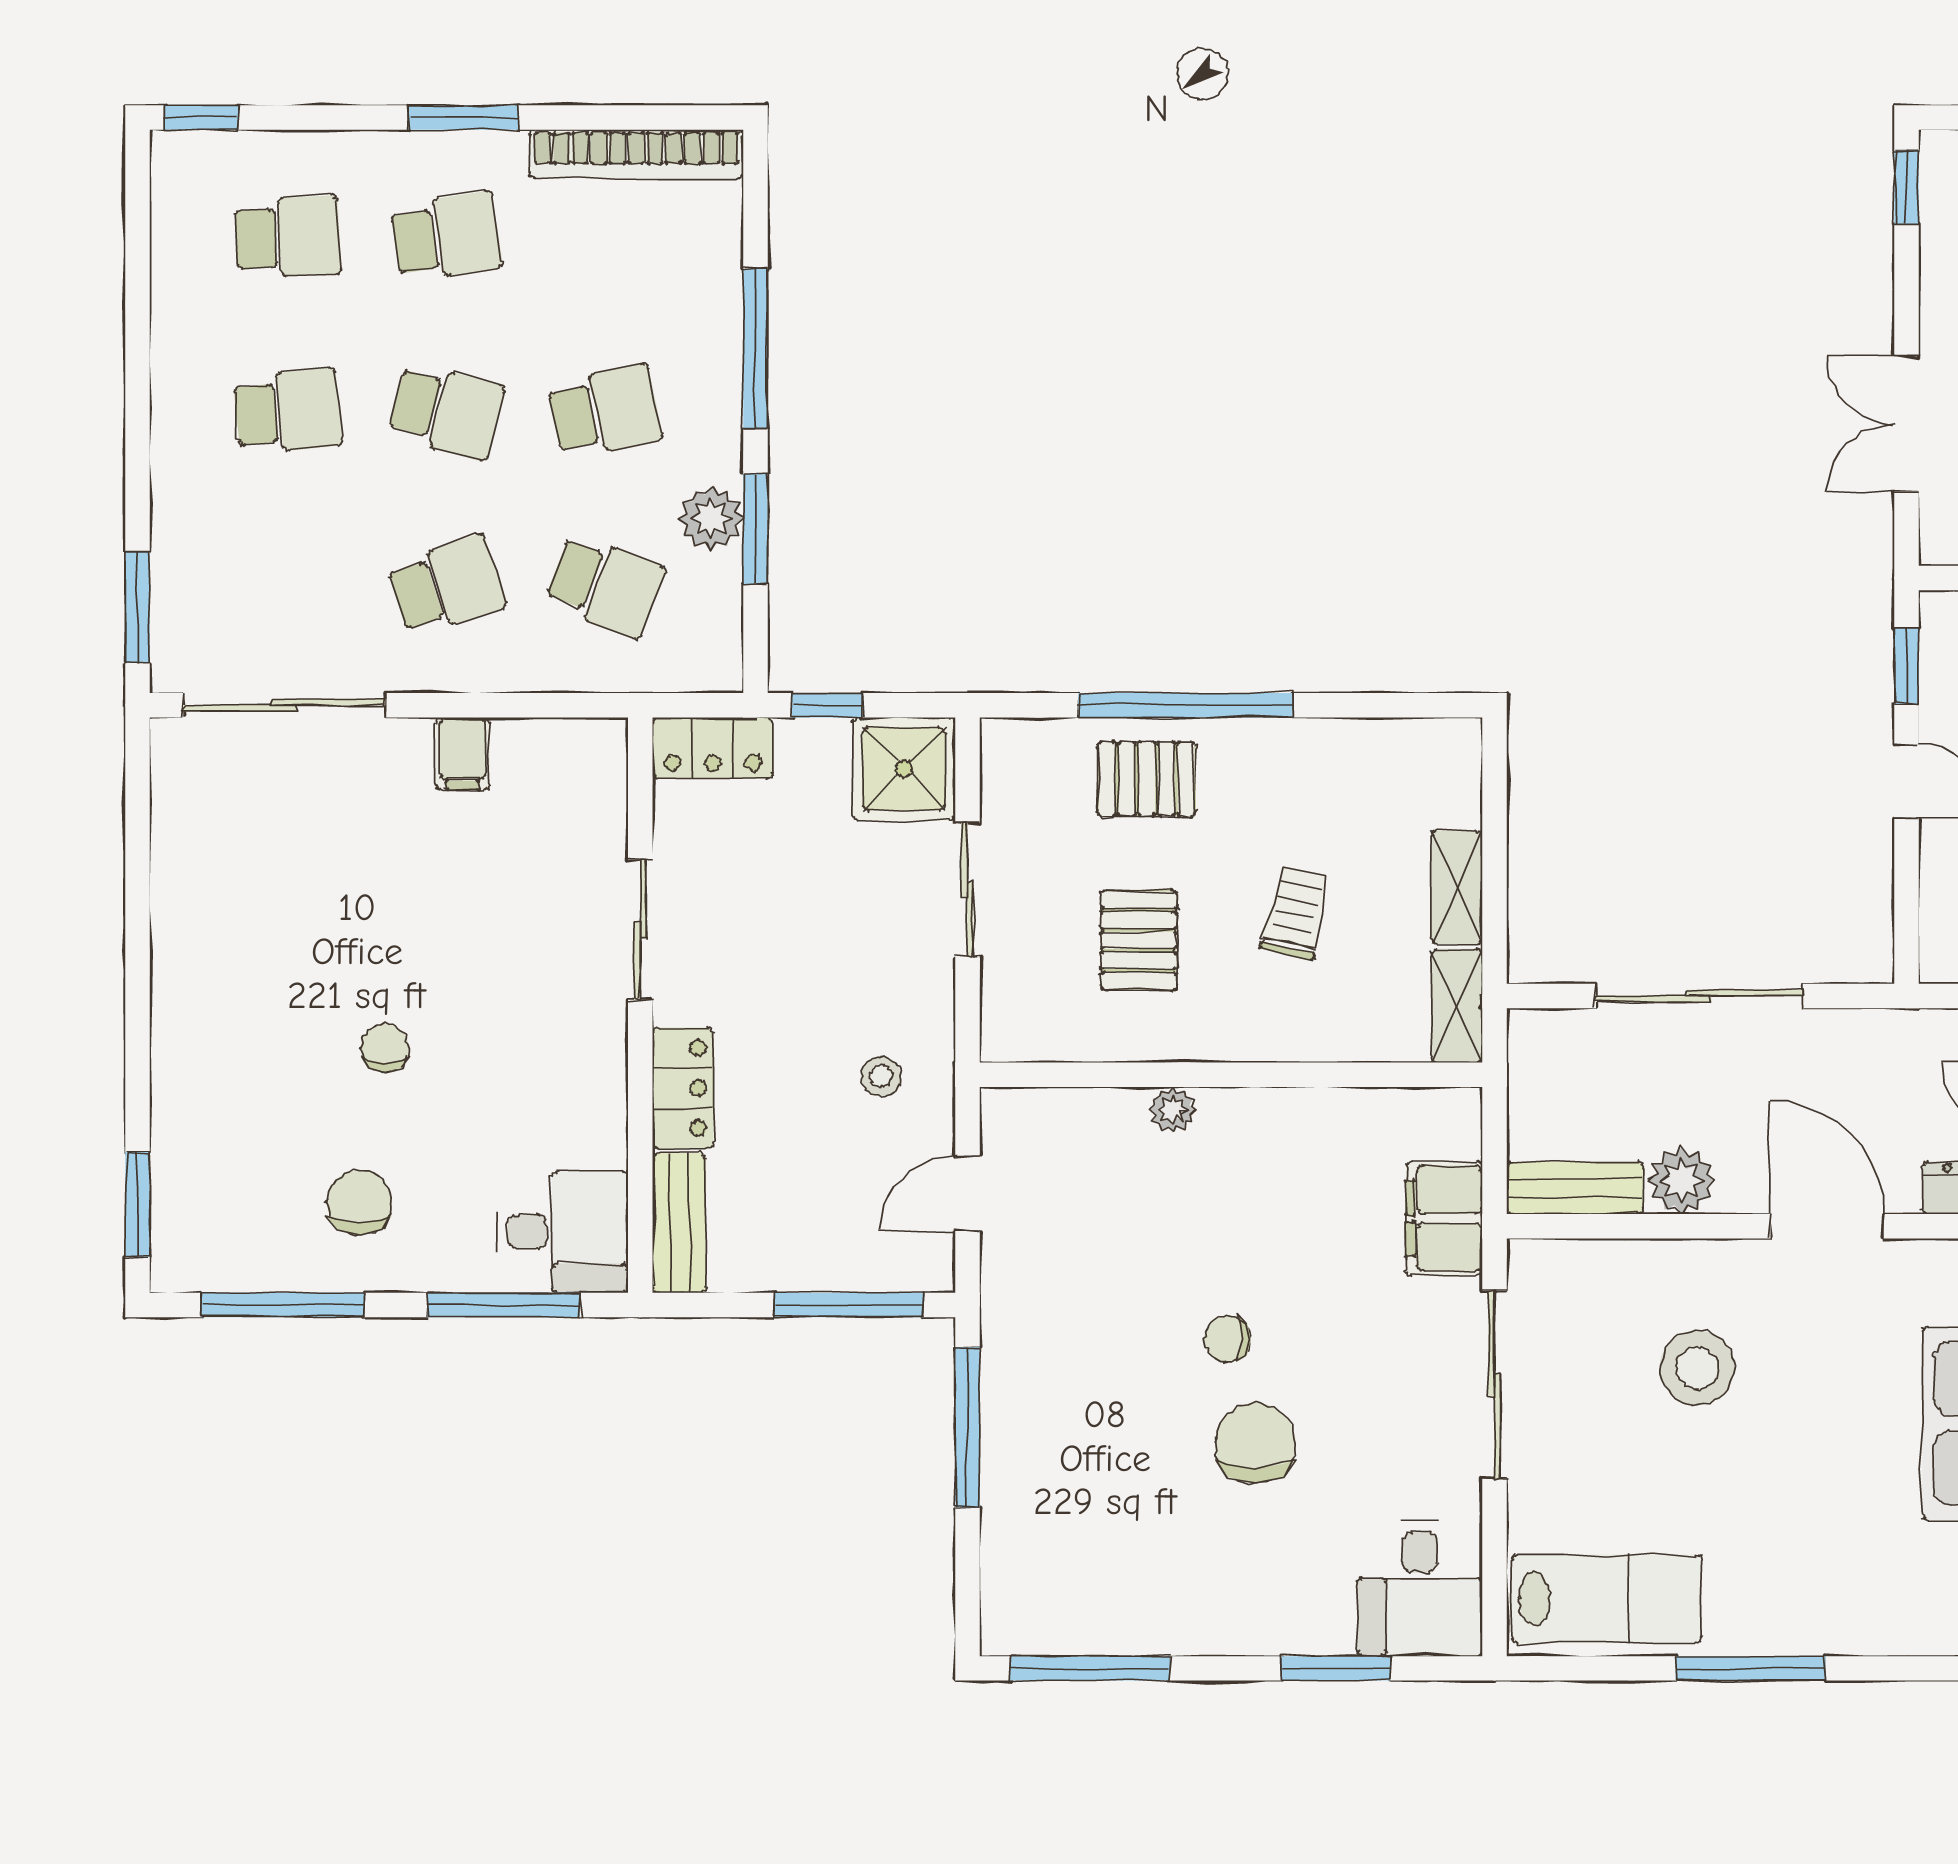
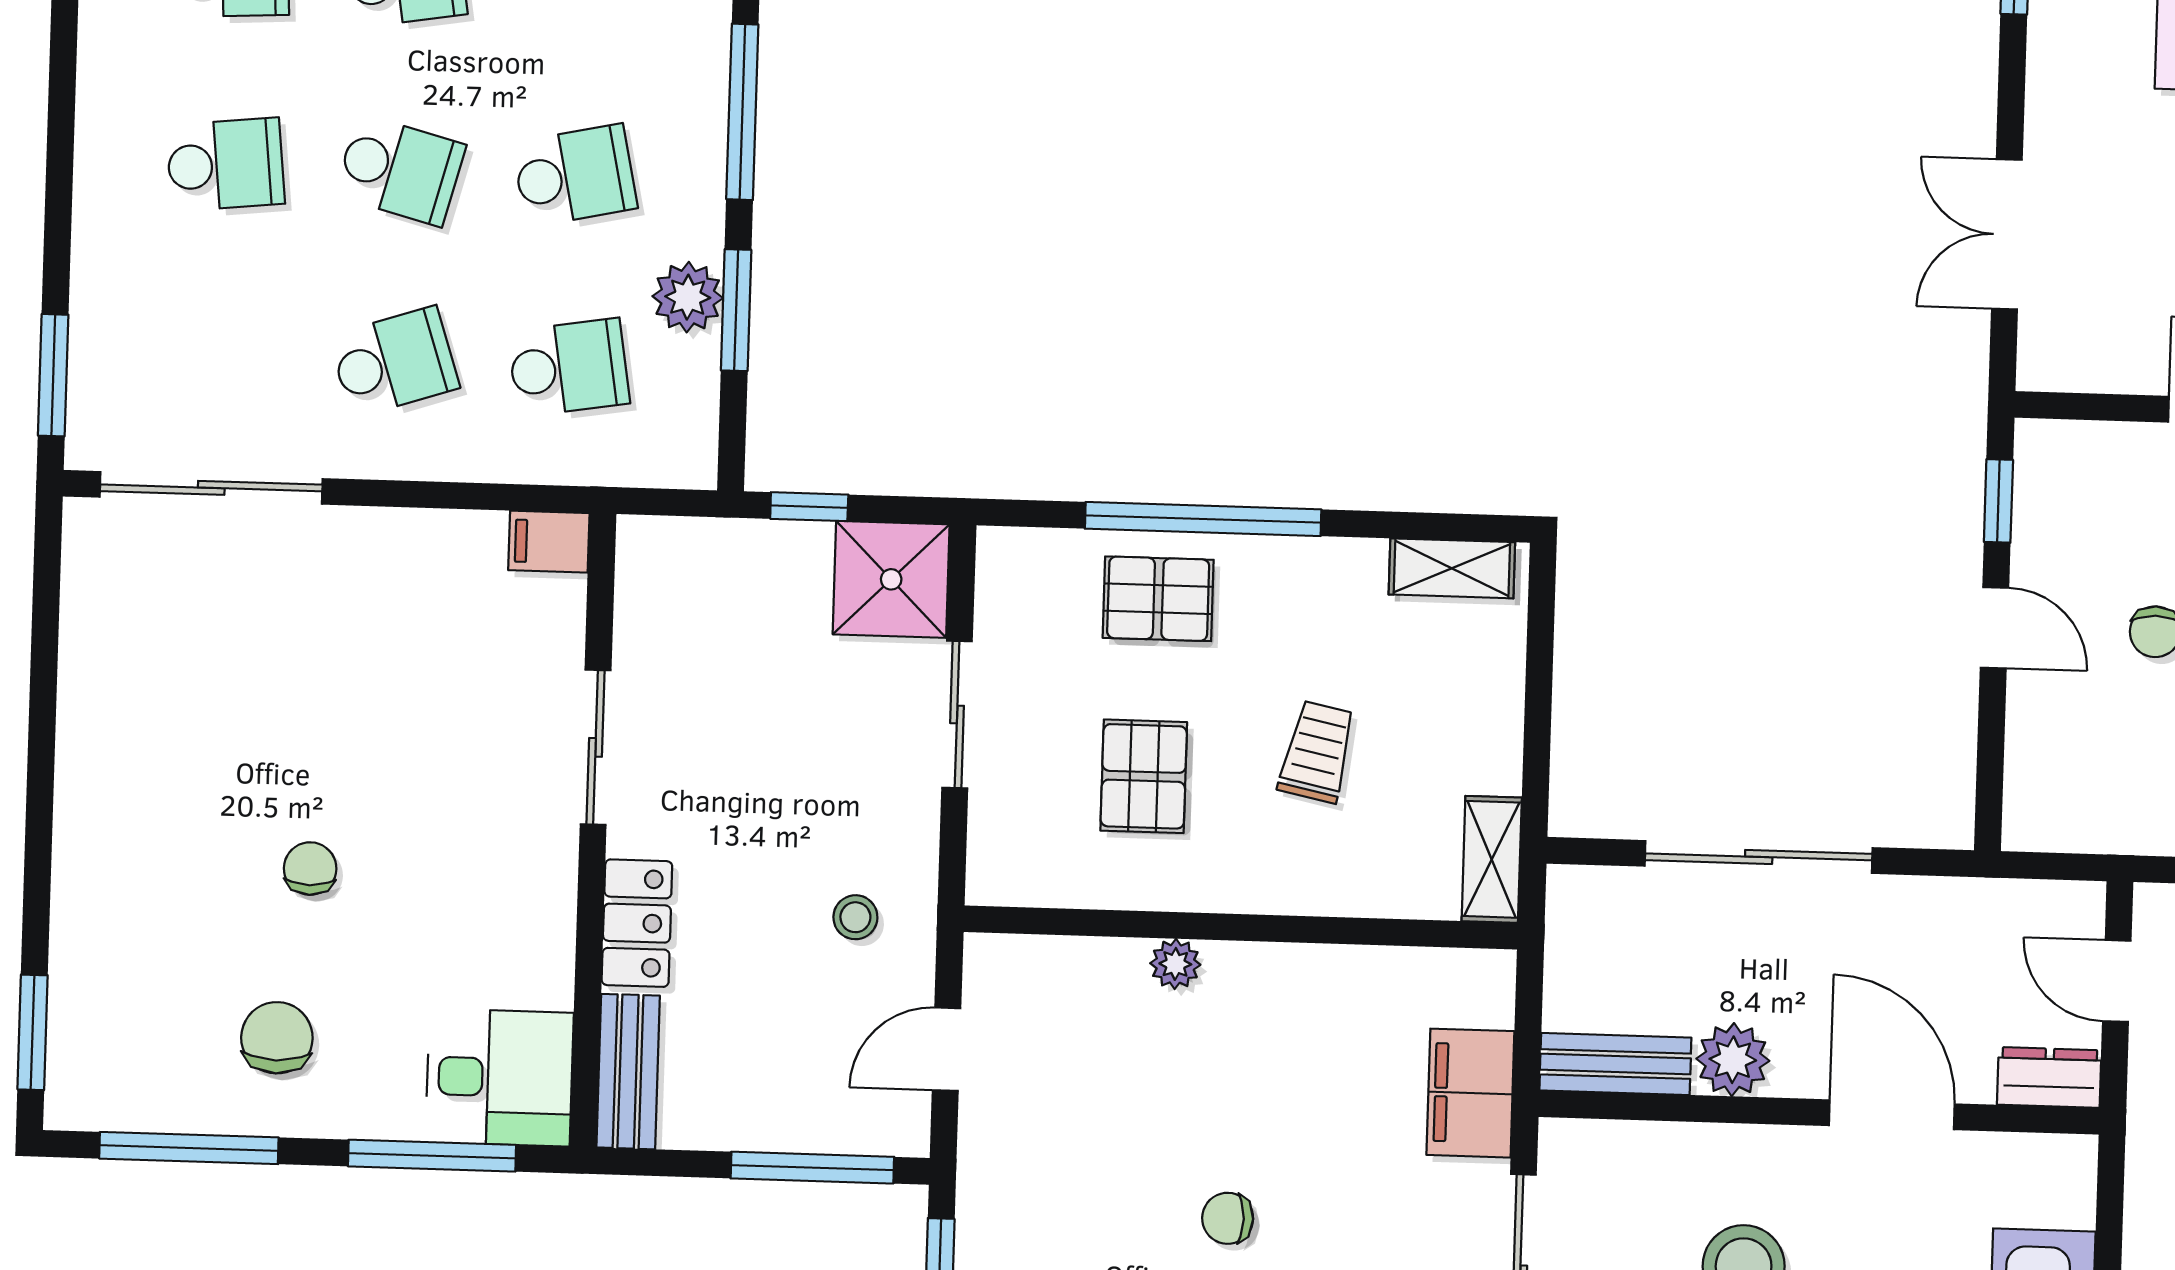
school desk: (605, 586) -> (569, 367), turned -30
locker: (713, 748) -> (682, 550), removed
filing cabinet: (463, 753) -> (549, 542), moved, turned 90
shelving: (1457, 887) -> (1452, 568), moved, turned 90

